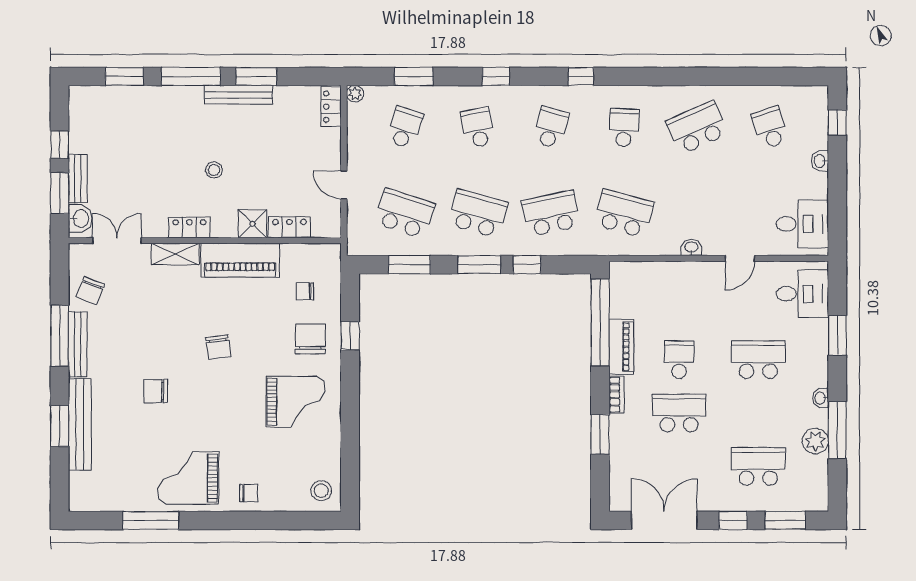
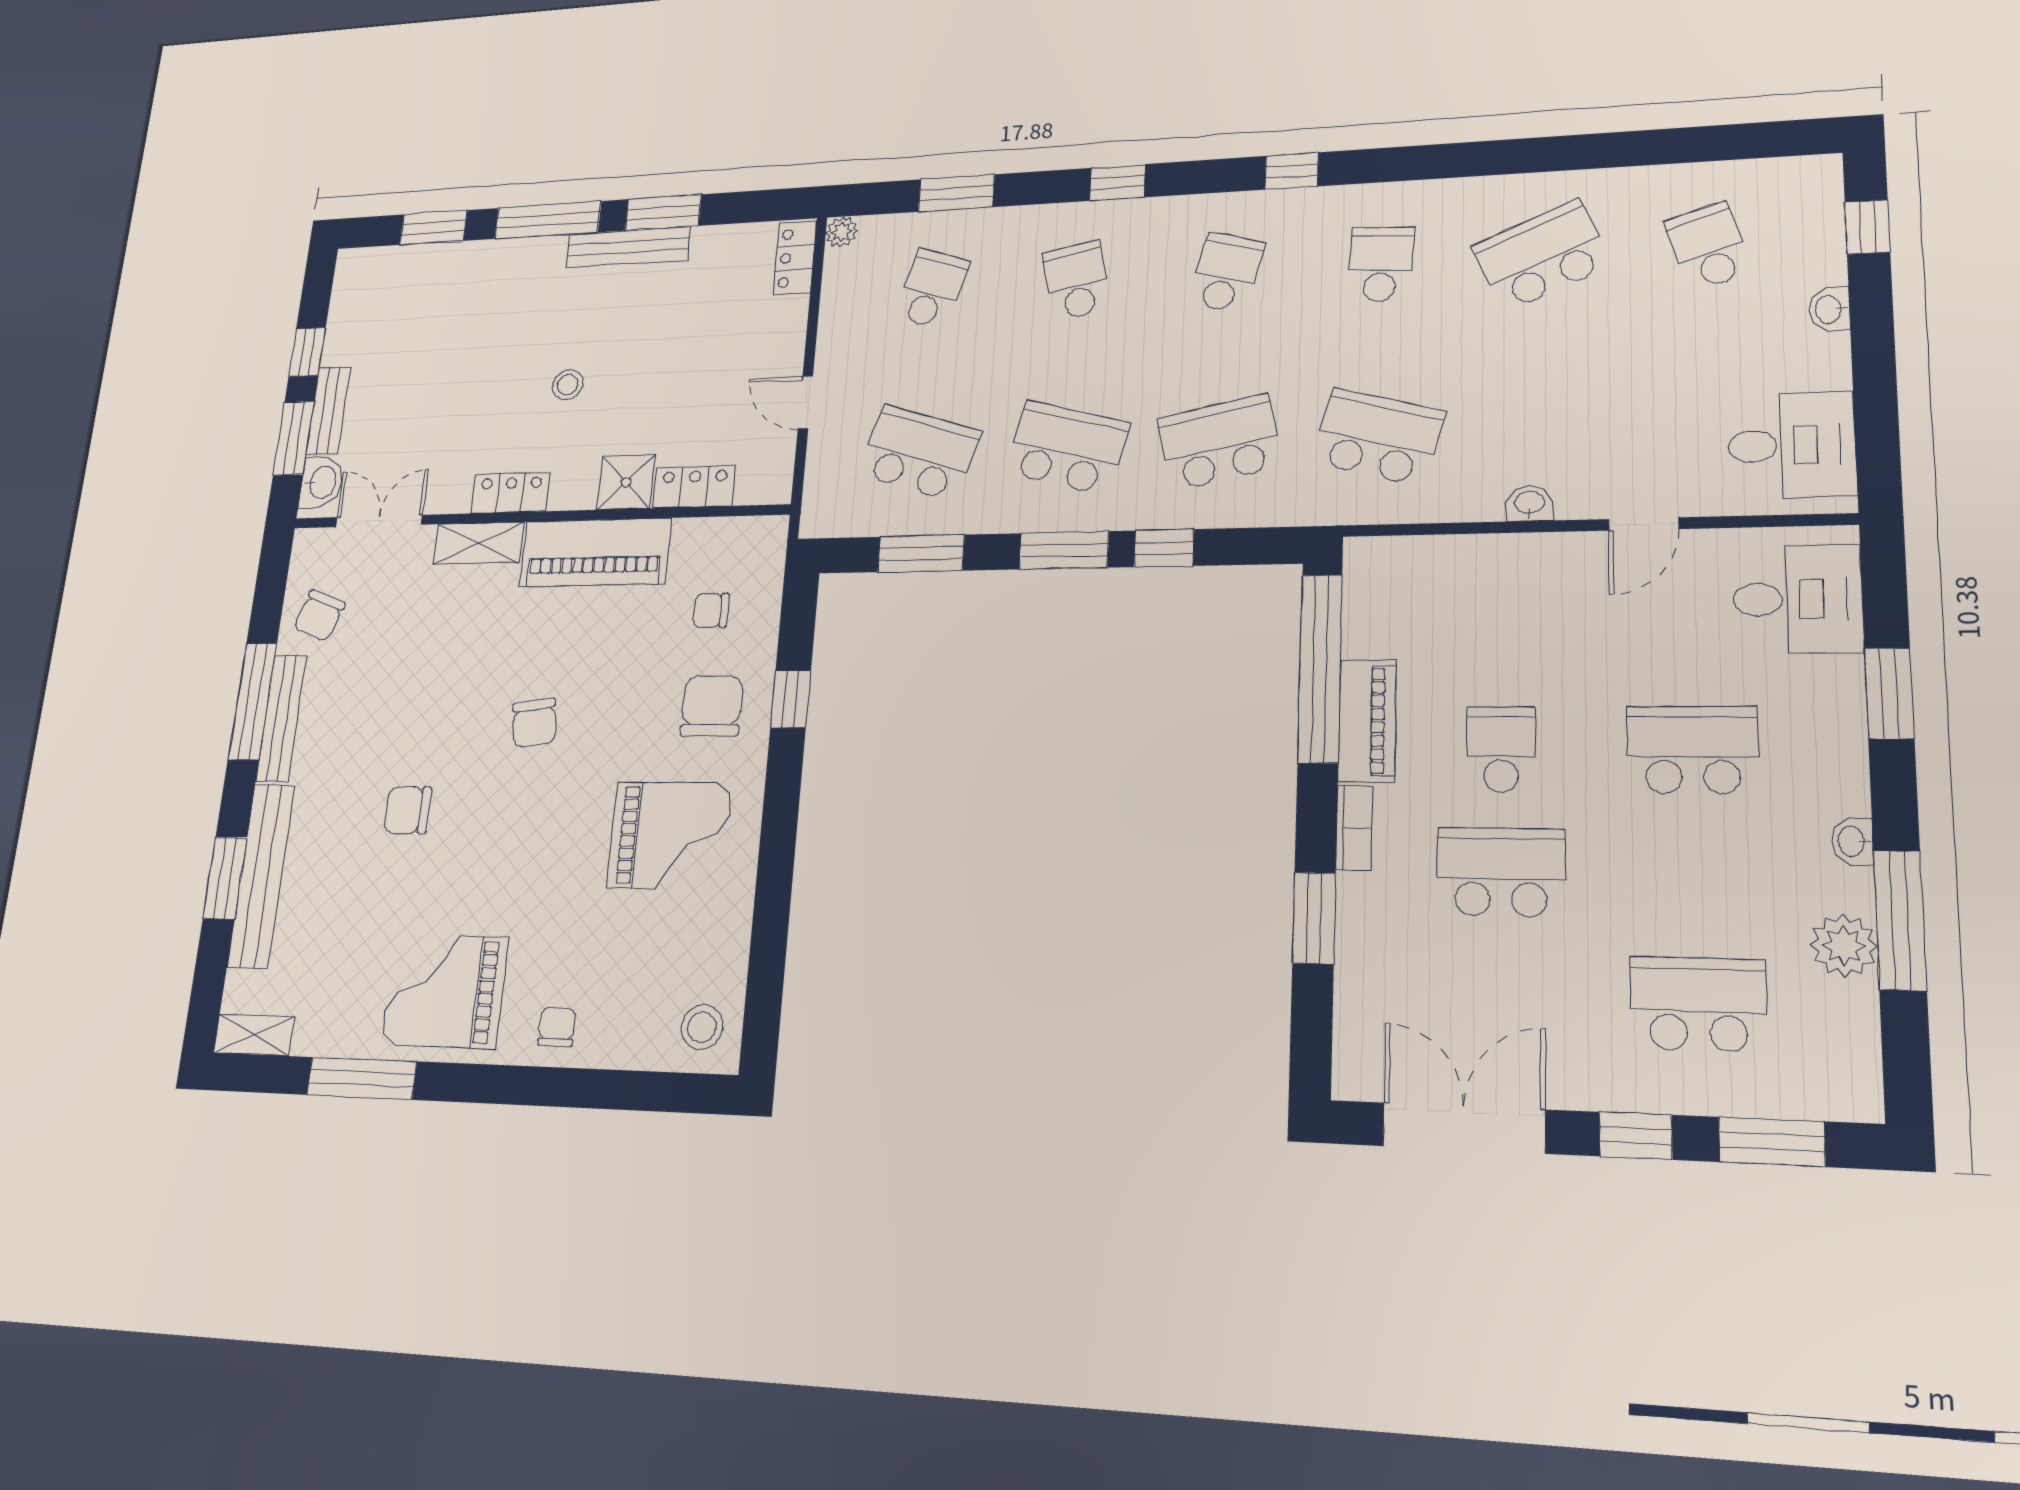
chair: (249, 493) -> (557, 1027), turned -90
shelving: (89, 502) -> (254, 1035), added

